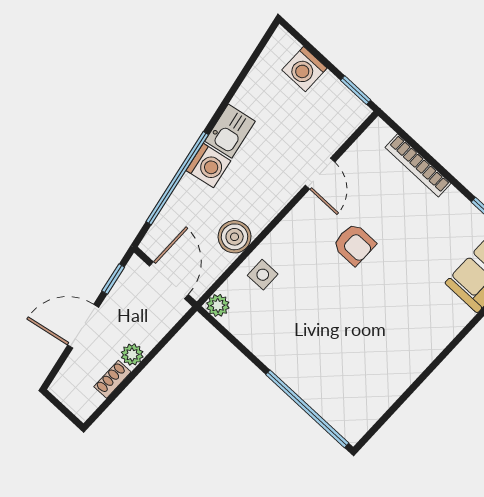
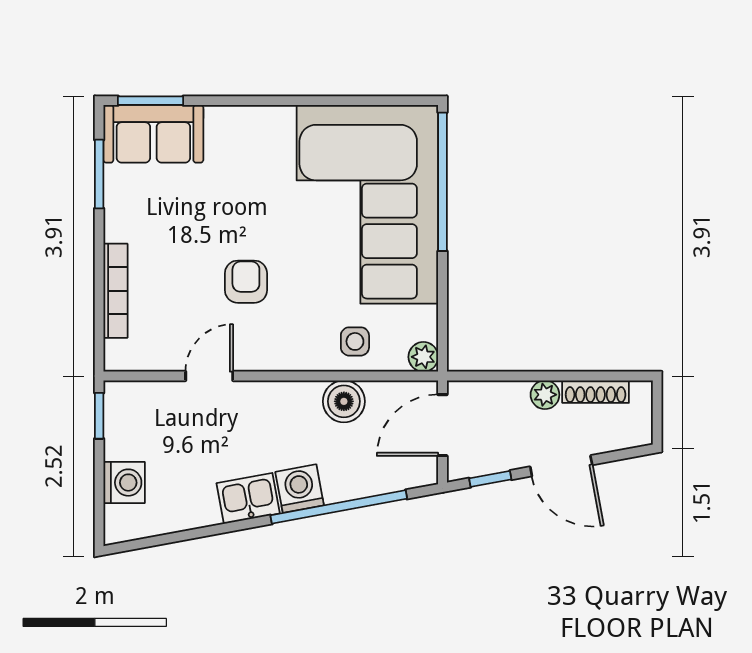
corner sofa: (334, 354) -> (367, 204), added
shoe rack: (112, 379) -> (596, 392), width x1.43

